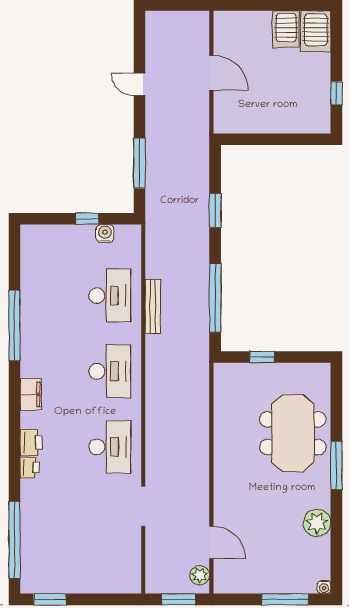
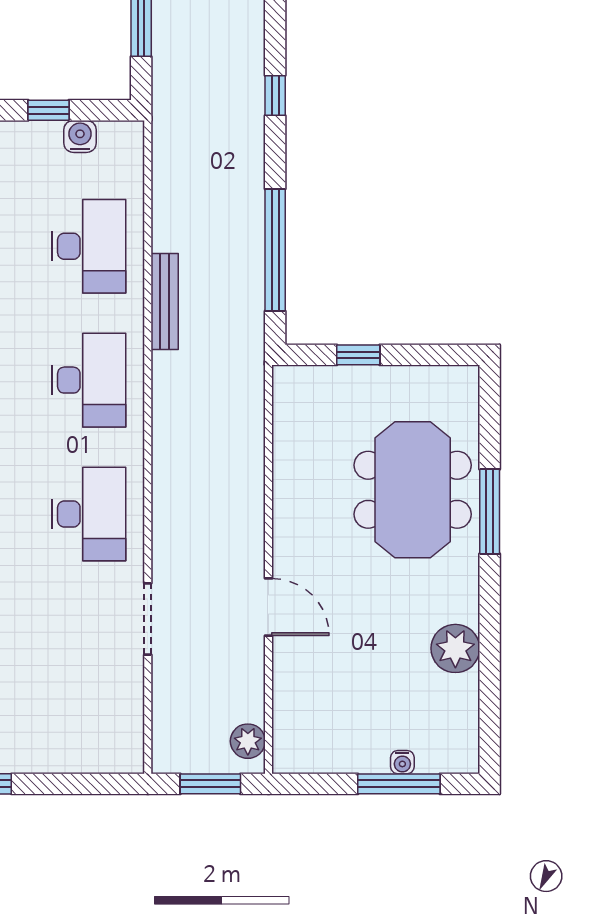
window: (215, 210) -> (275, 95), width x0.67
bench: (153, 306) -> (165, 301), moved
window: (336, 465) -> (490, 512), moved
door: (211, 542) -> (268, 607), moved
water cooler: (324, 587) -> (402, 762), moved

